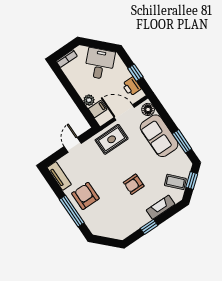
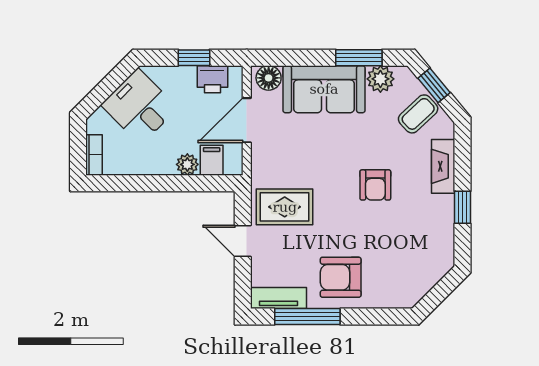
rug: (112, 139) -> (285, 207), moved, turned 90
plant: (179, 156) -> (380, 79), added
window: (72, 211) -> (307, 317), moved

